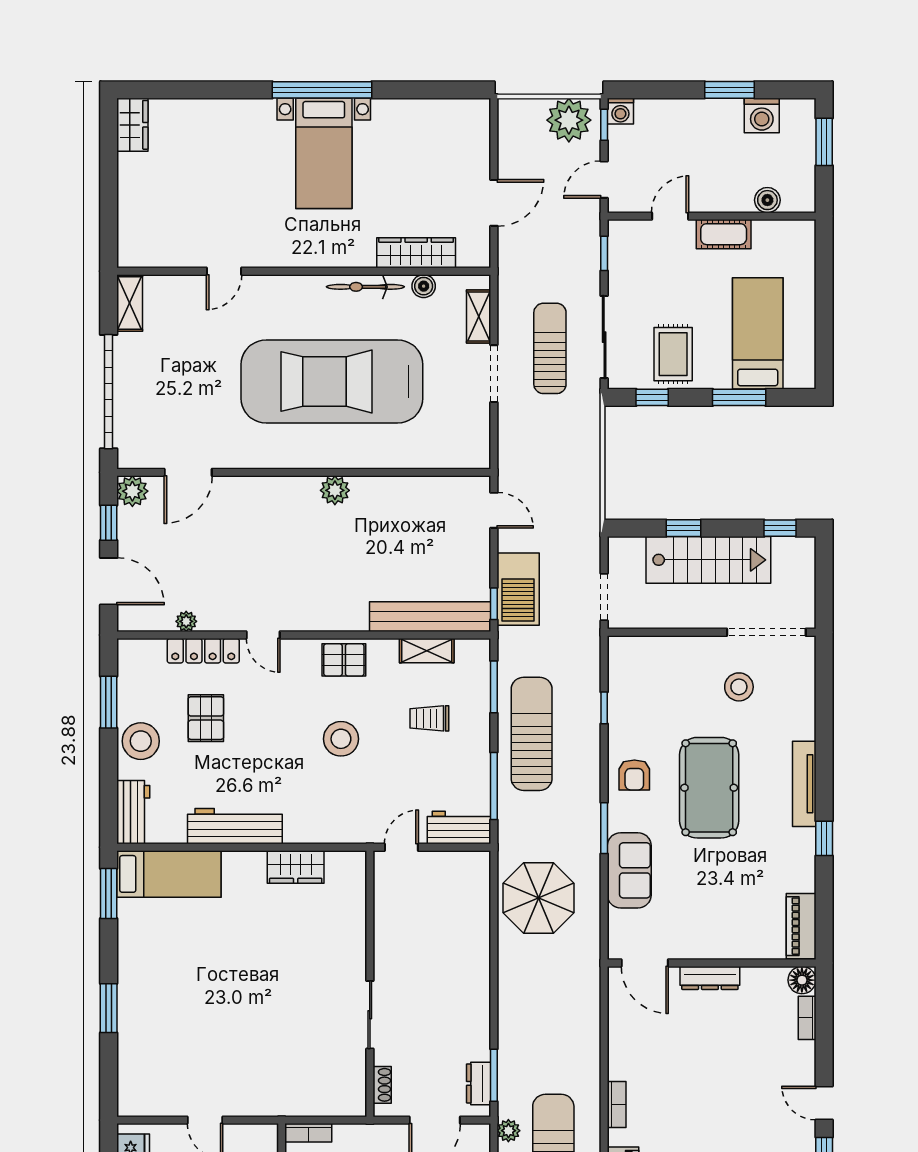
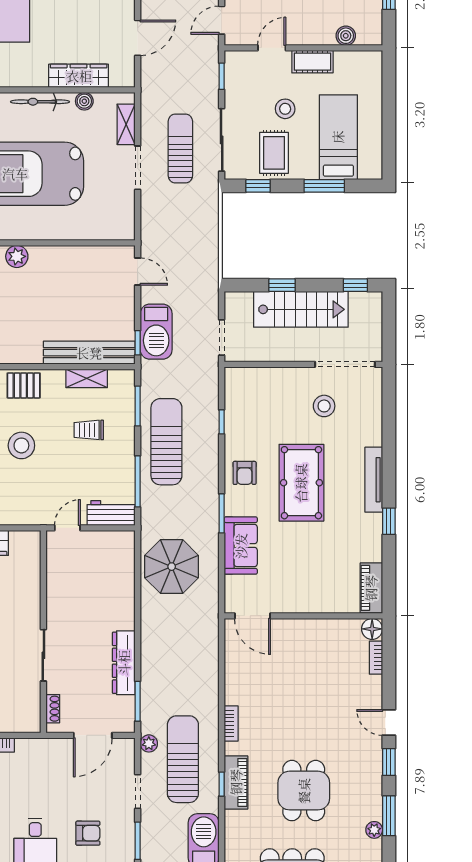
stool: (688, 296) -> (285, 109), added
dresser: (710, 978) -> (302, 627), removed
dresser: (479, 1083) -> (124, 663), moved, width x1.96, depth x1.24

